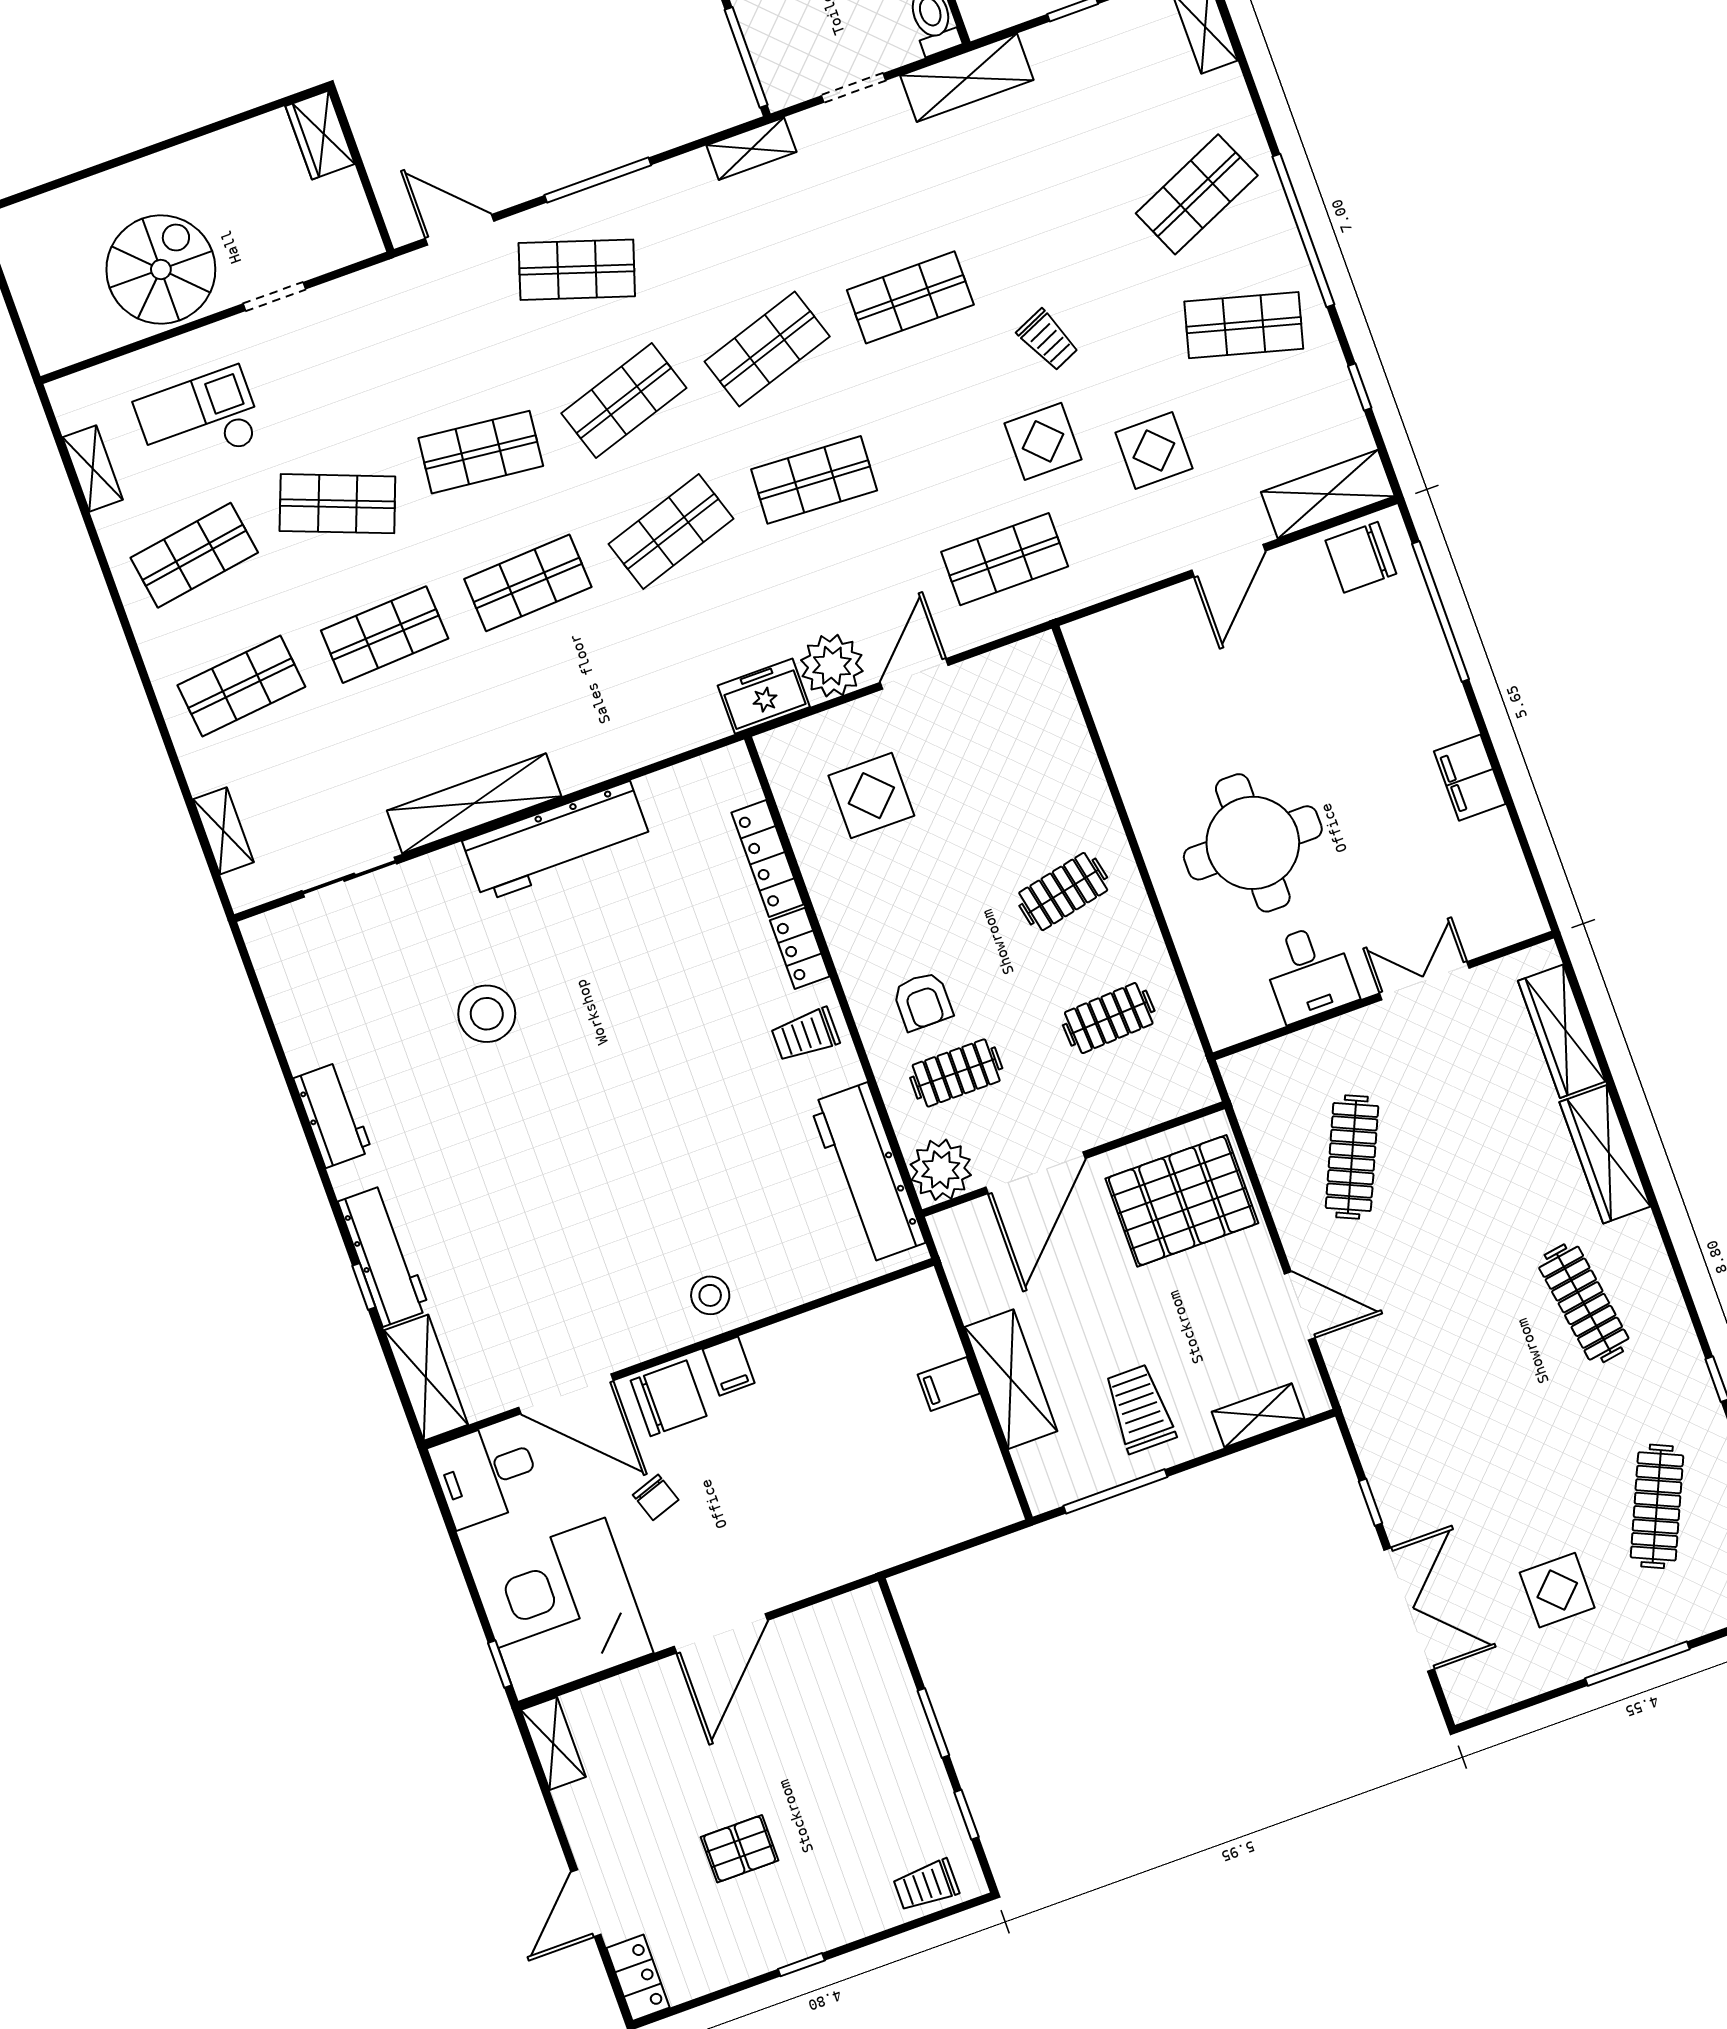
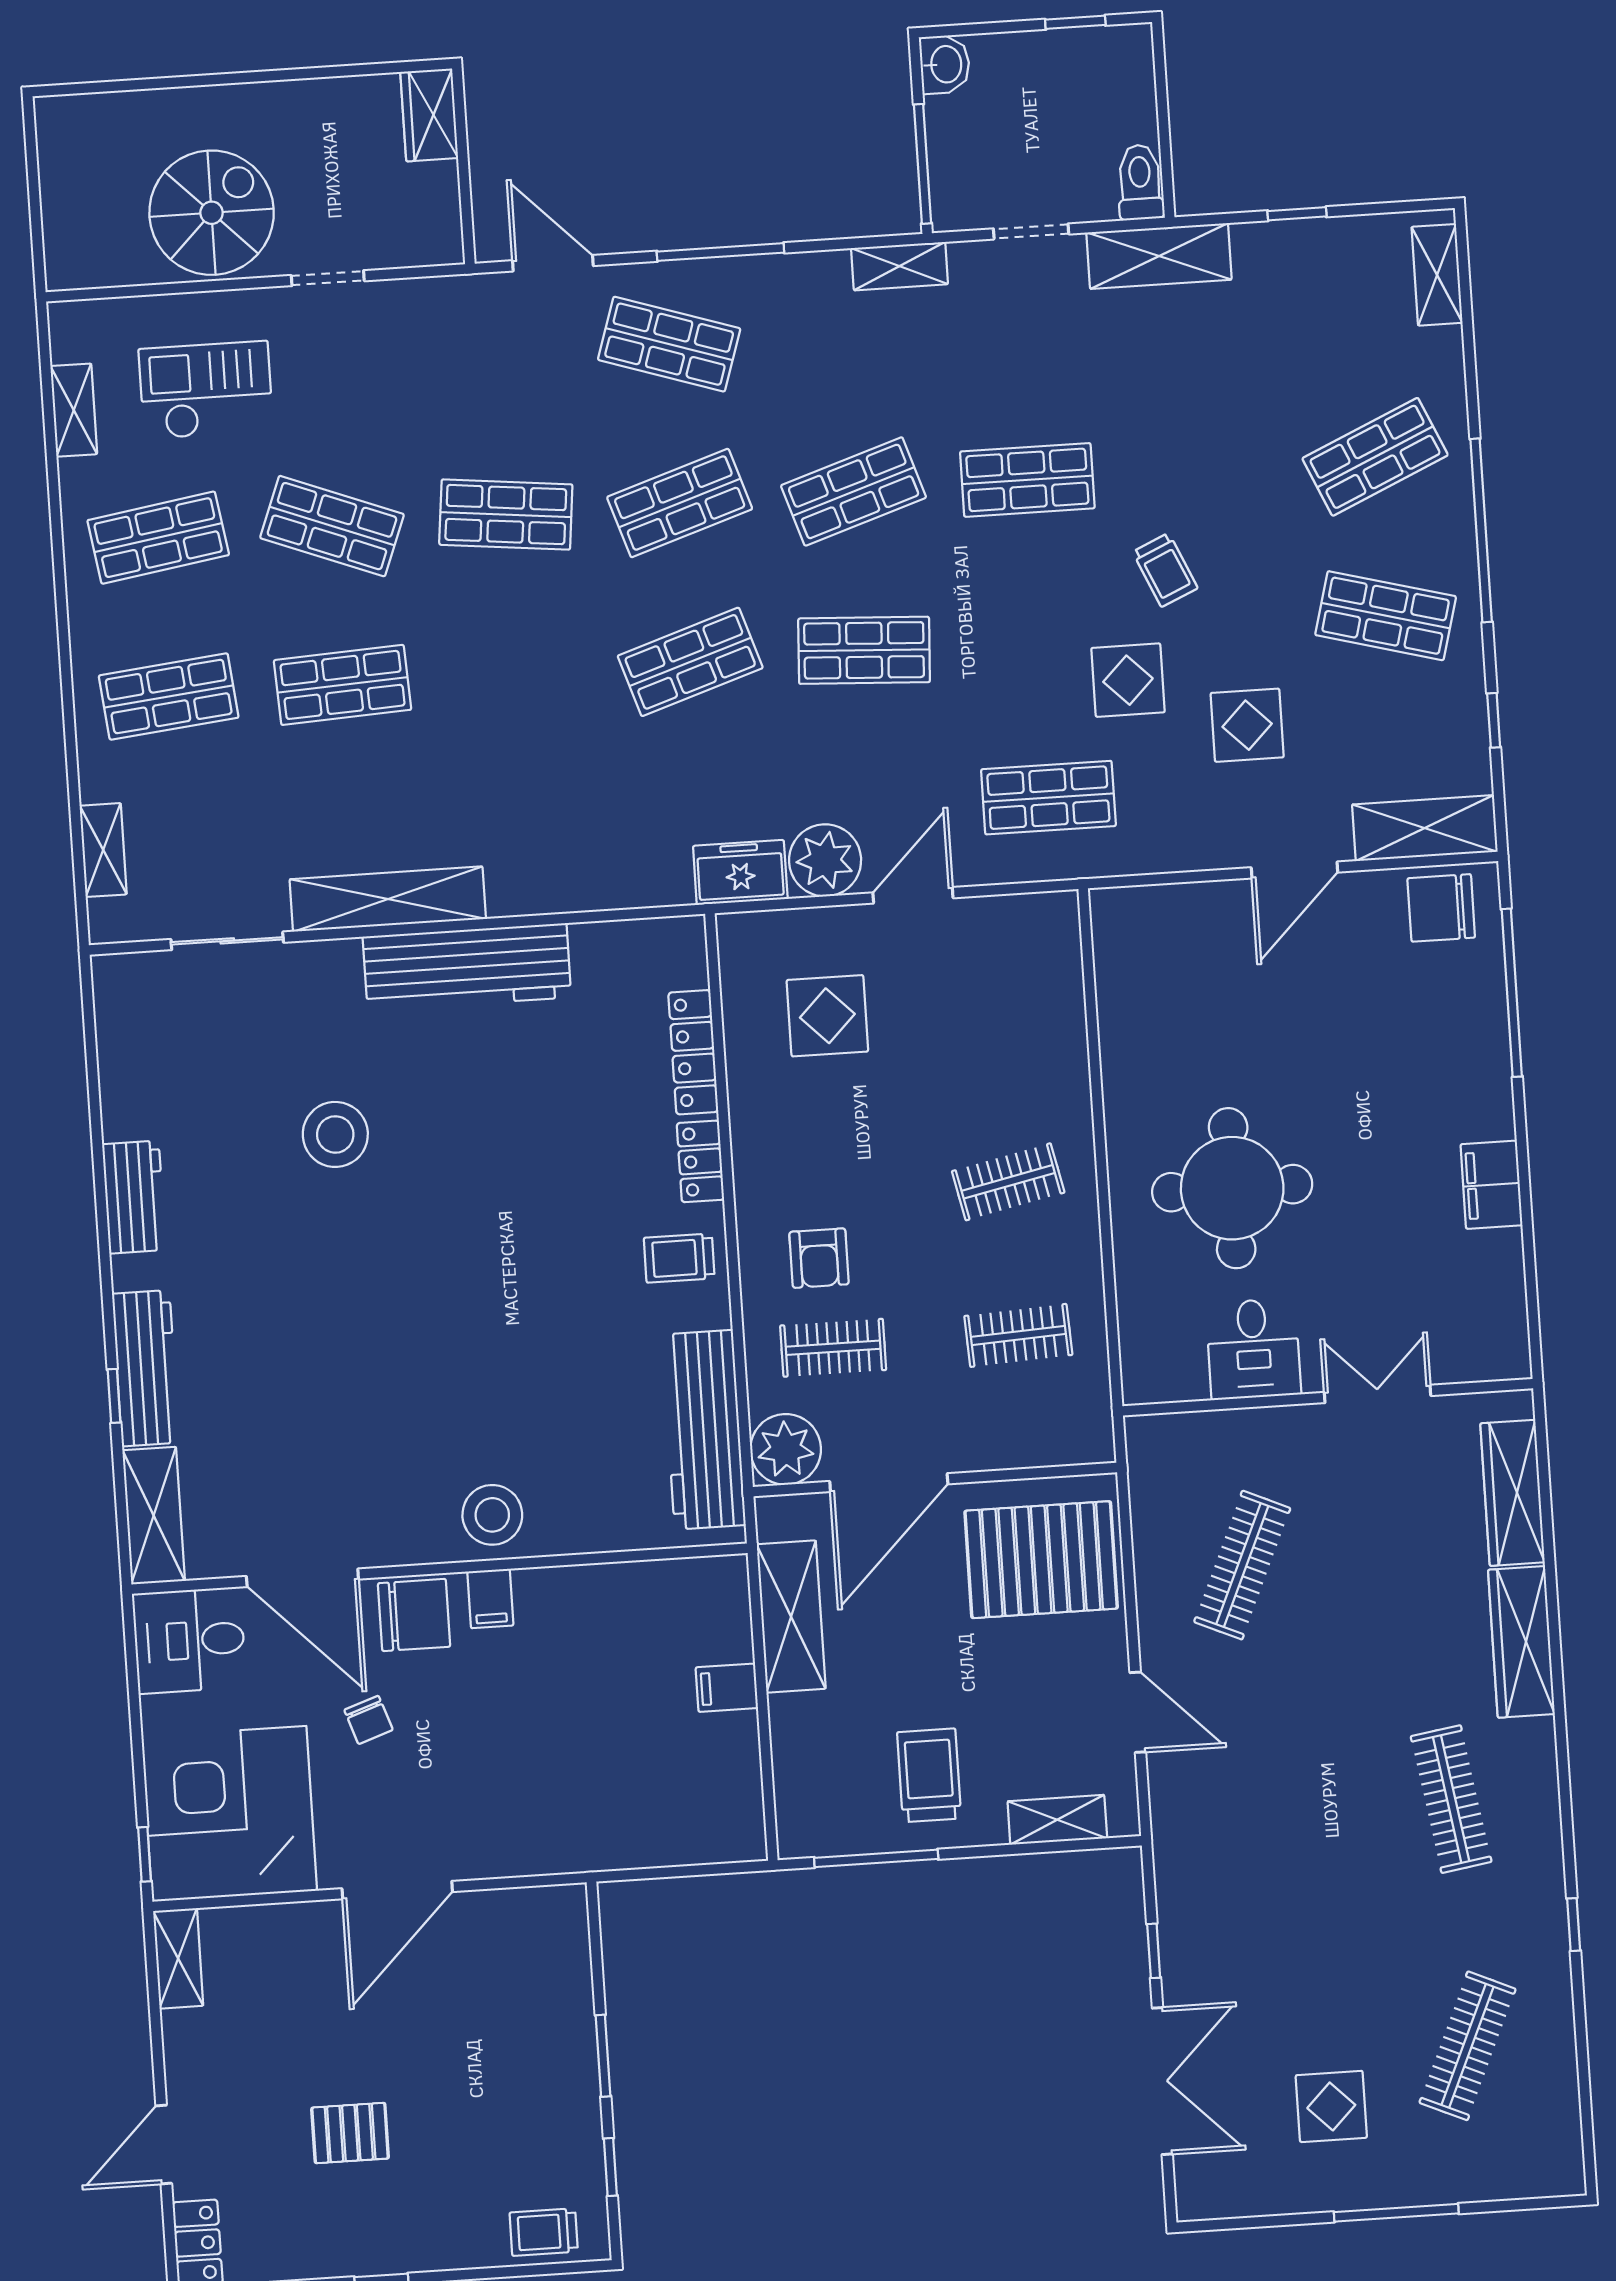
shop shelf: (528, 583) -> (516, 673), removed
stool: (710, 1295) -> (492, 1515), width x1.38, depth x1.38
shelving: (1011, 1379) -> (791, 1617), moved

